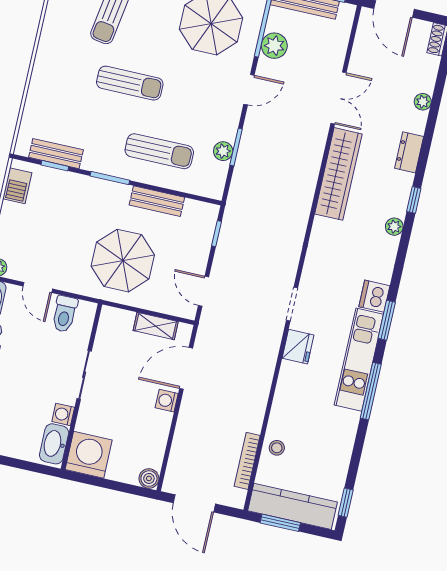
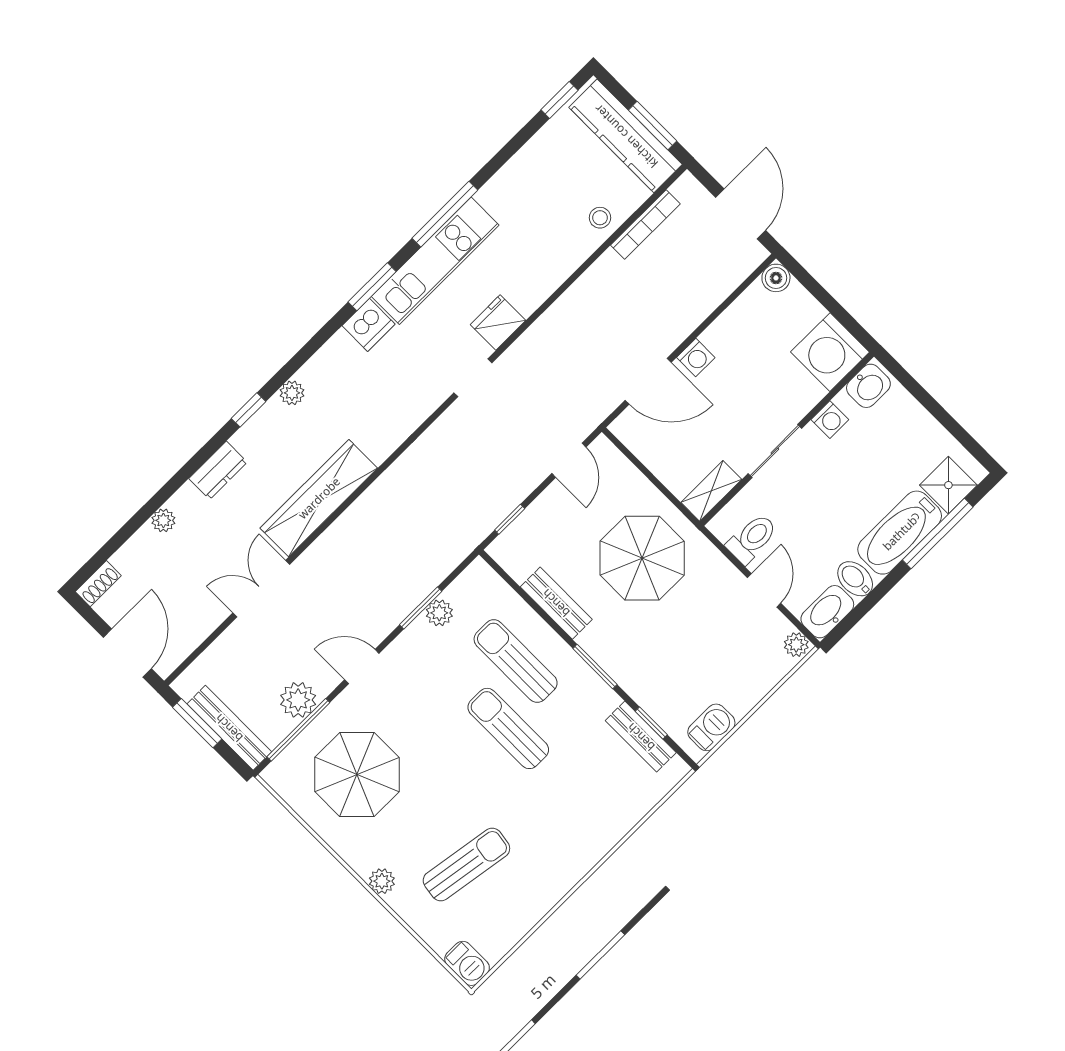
sun lounger: (130, 83) -> (508, 728), moved
shelving: (156, 326) -> (711, 491), moved, turned 90
washbasin: (54, 444) -> (868, 386), width x0.72

